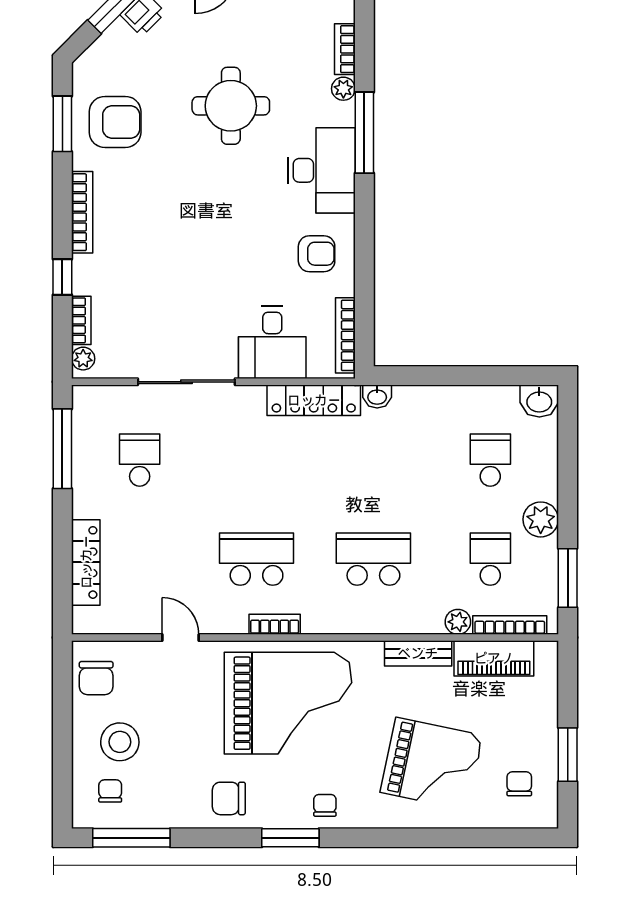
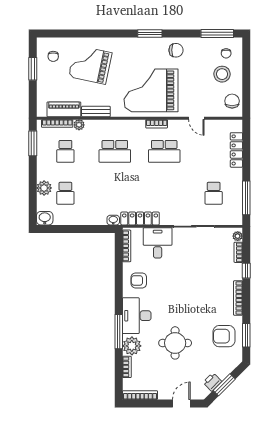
plant: (343, 89) -> (132, 346), width x1.88, depth x1.88
plant: (541, 519) -> (44, 188), moved
chair: (325, 805) -> (135, 47), removed

